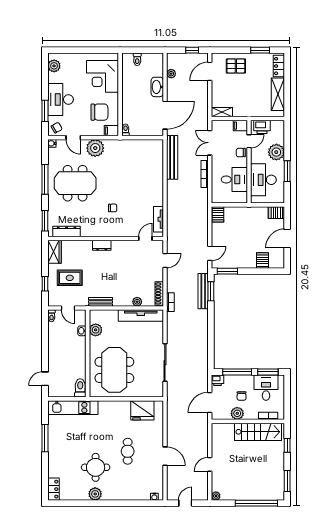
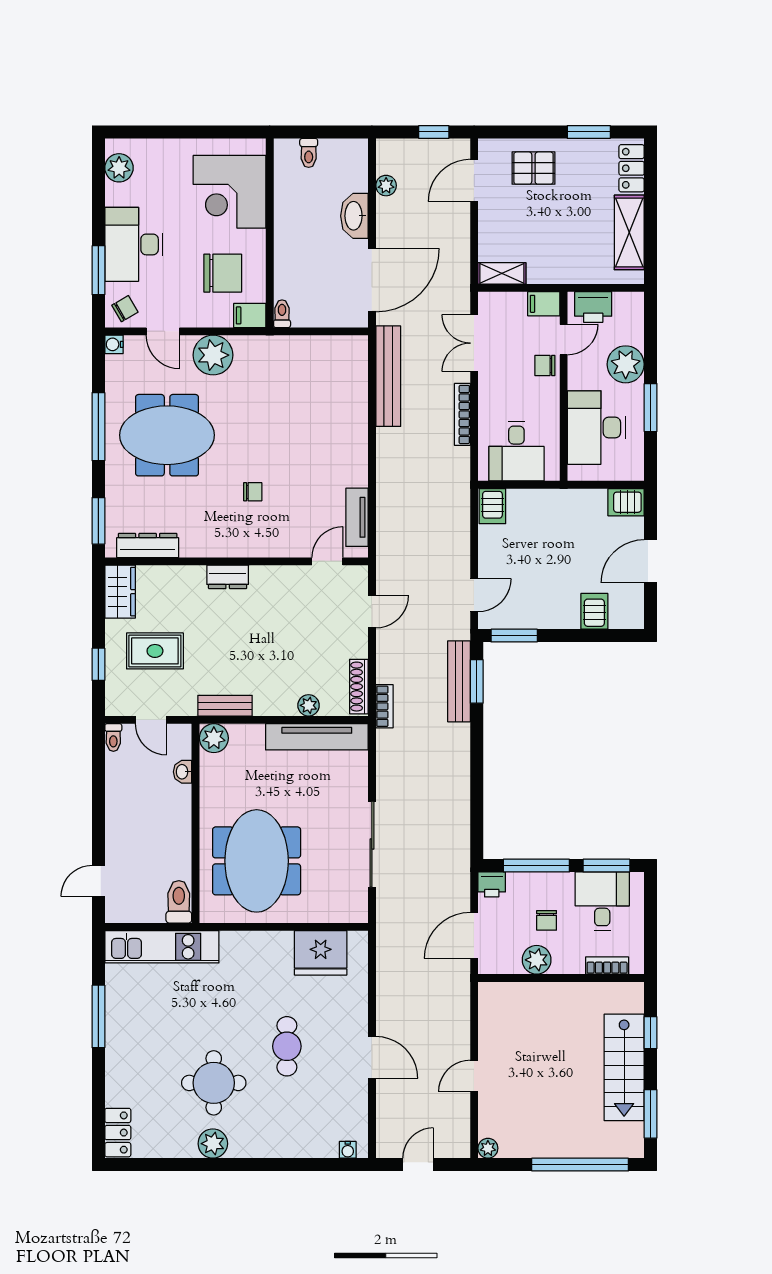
desk: (234, 179) -> (516, 451), moved, turned 90
plant: (96, 330) -> (214, 738), moved
stairs: (258, 432) -> (624, 1067), moved, turned 90

